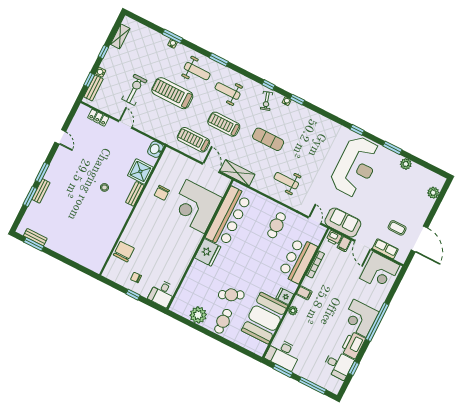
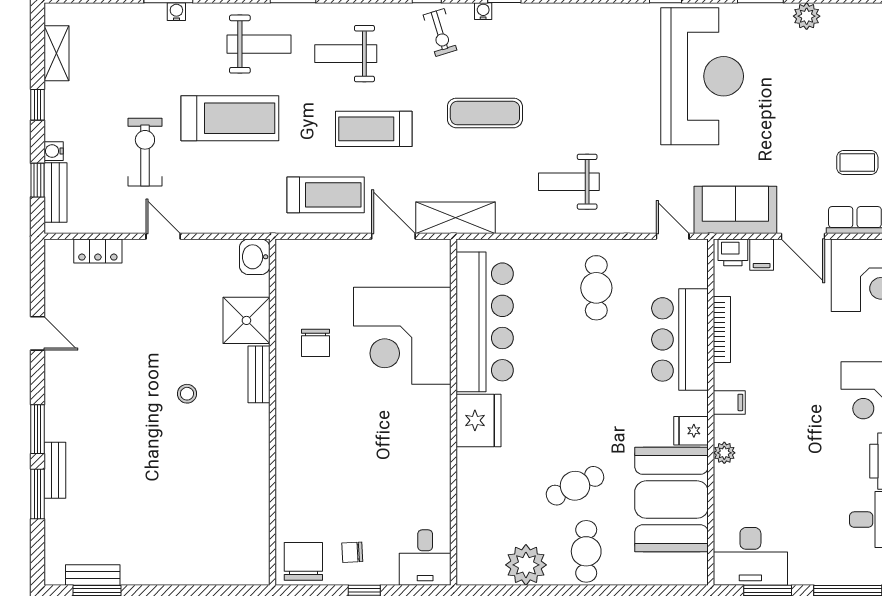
treadmill: (172, 93) -> (230, 118), turned 180
treadmill: (193, 140) -> (326, 195), turned 180
chair: (124, 252) -> (303, 561), moved

